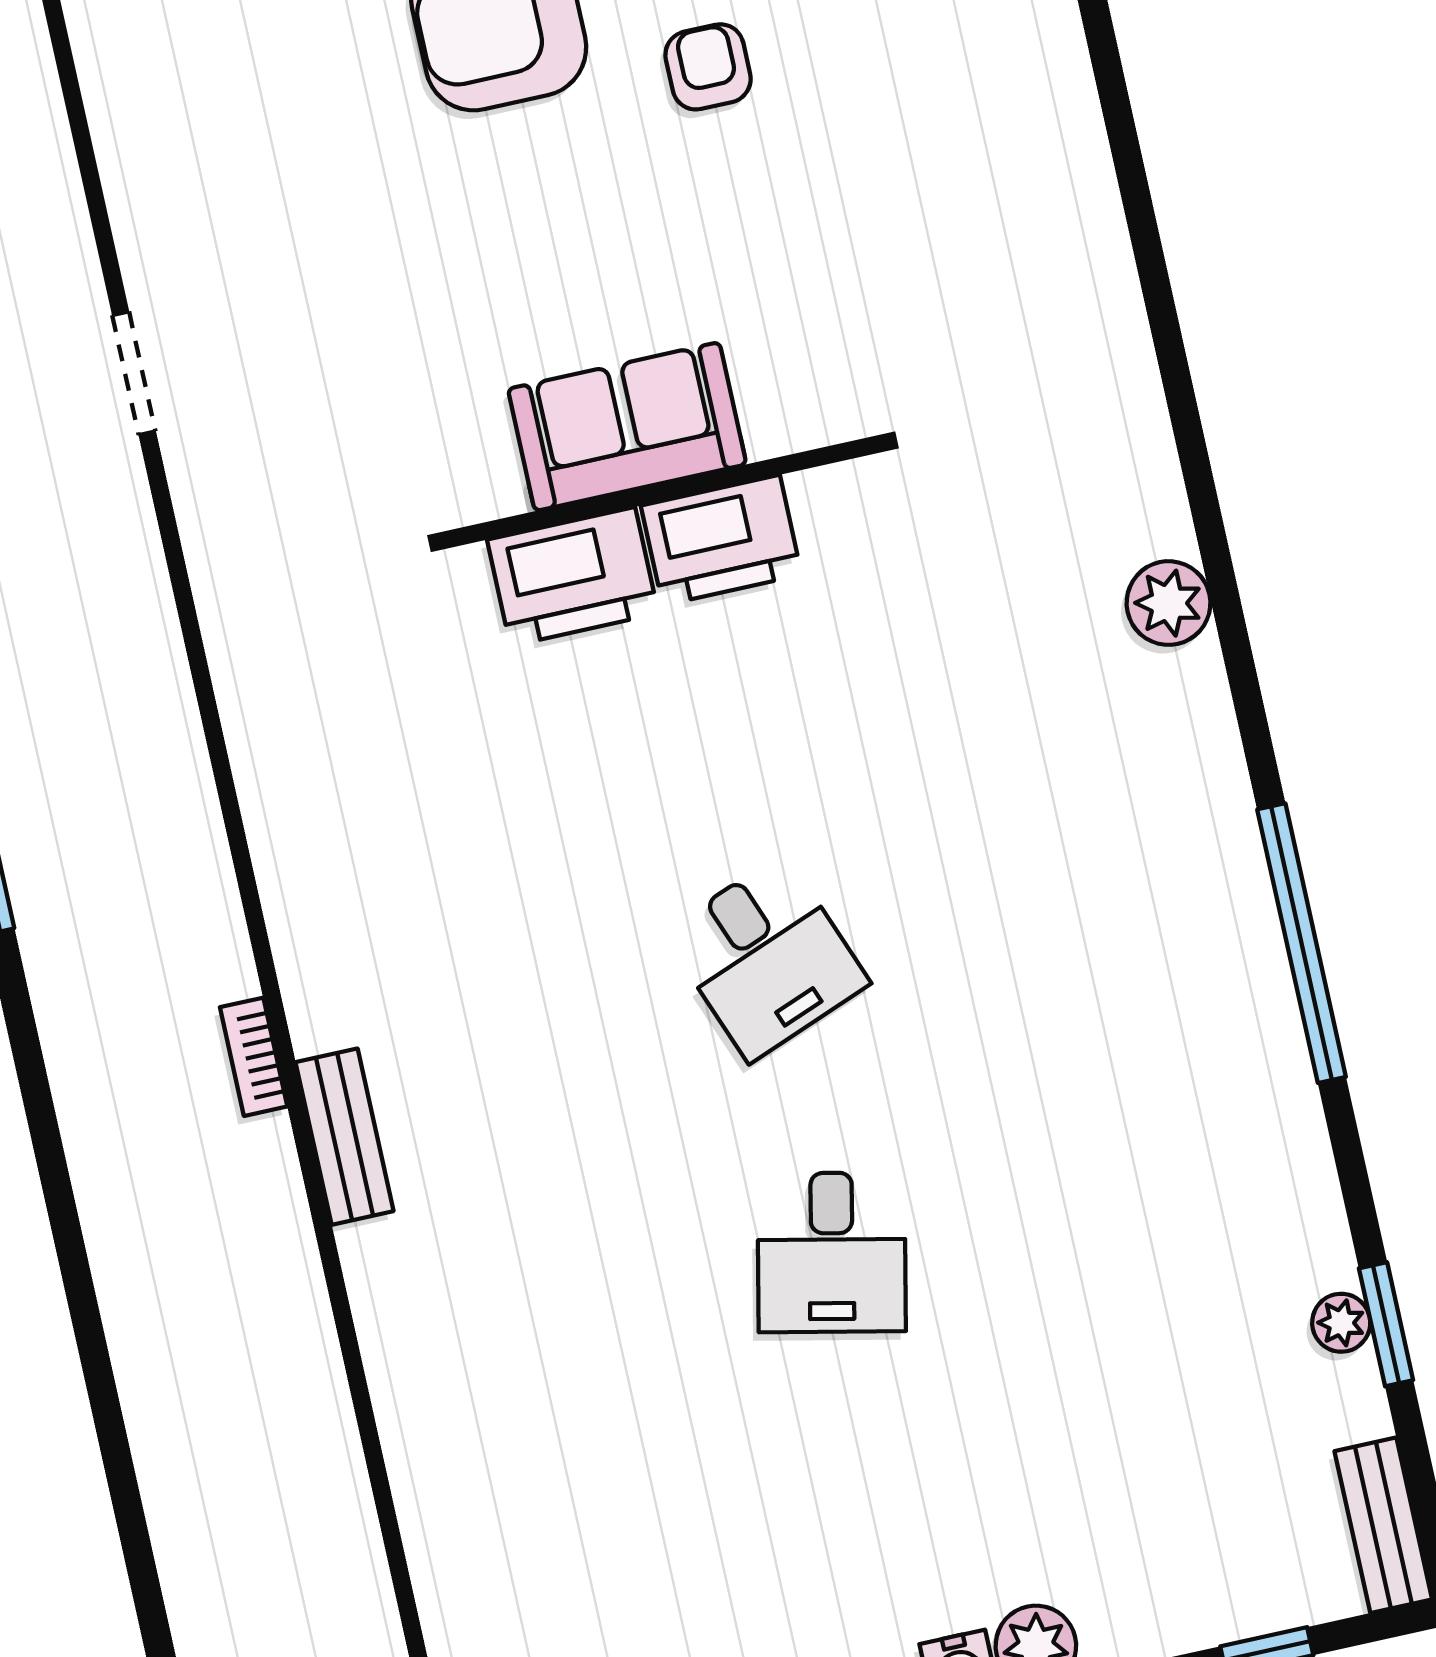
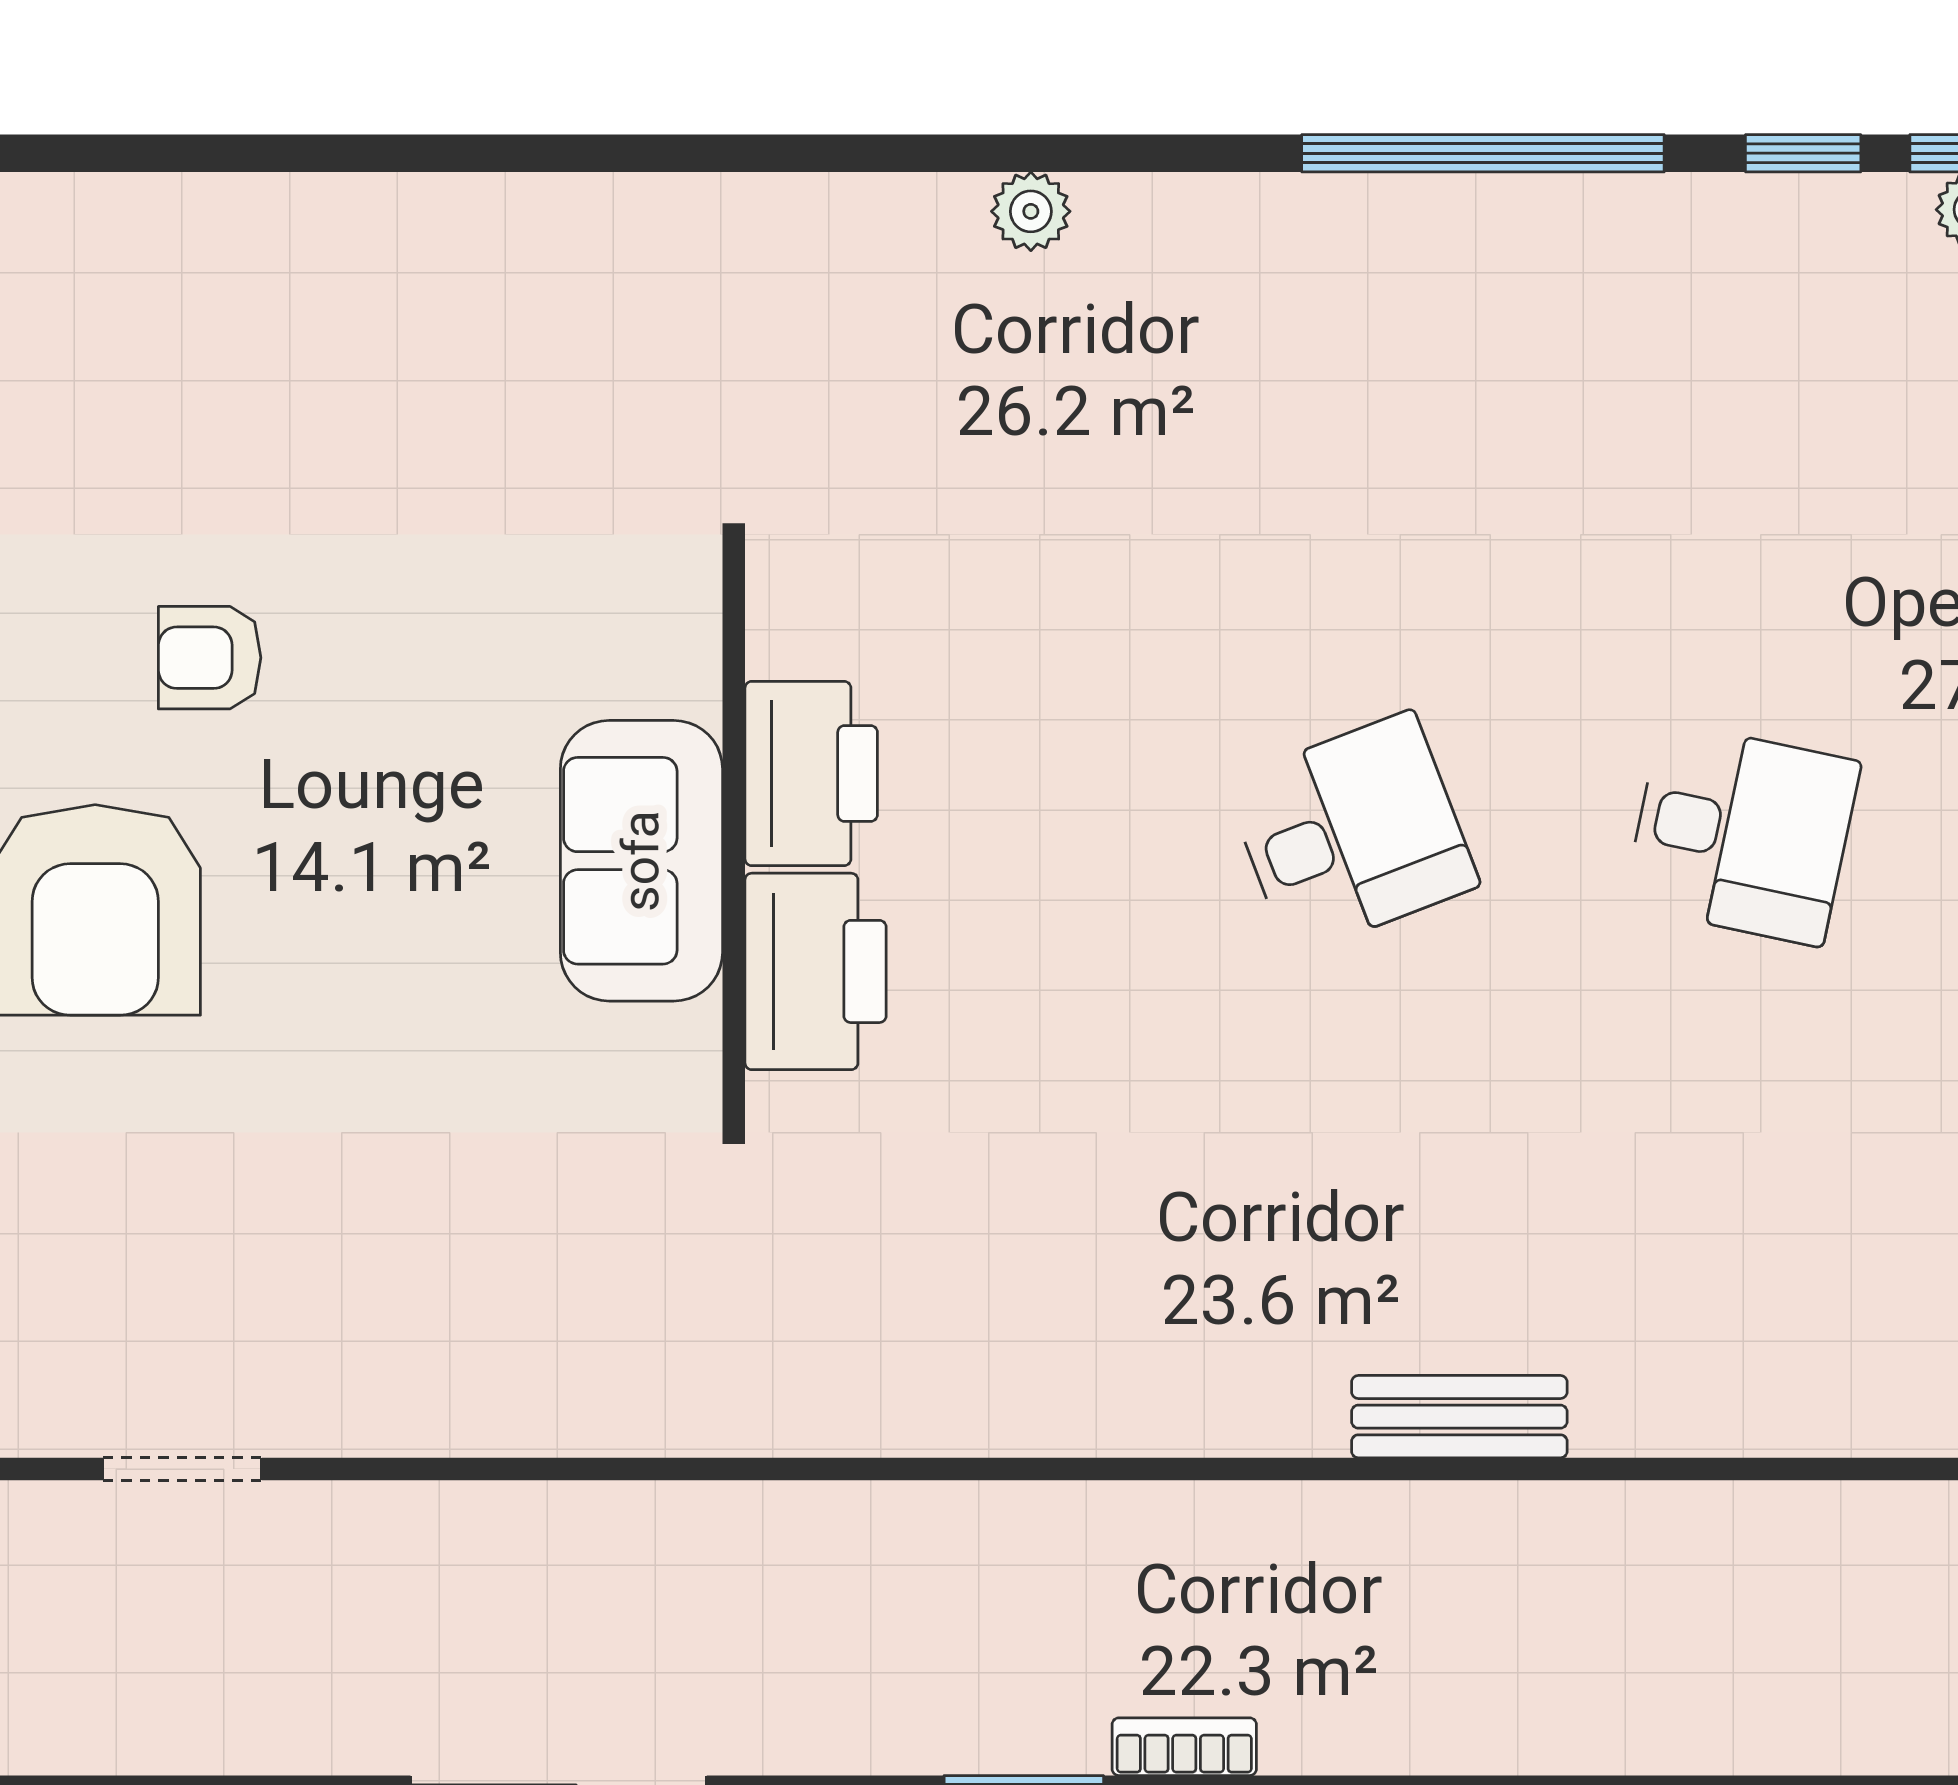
doorway: (134, 373) -> (182, 1469), moved
plant: (1168, 603) -> (1031, 211), width x0.73, depth x0.73
bookcase: (254, 1057) -> (1184, 1747), moved, turned 180
window: (1355, 1185) -> (1803, 153), added

